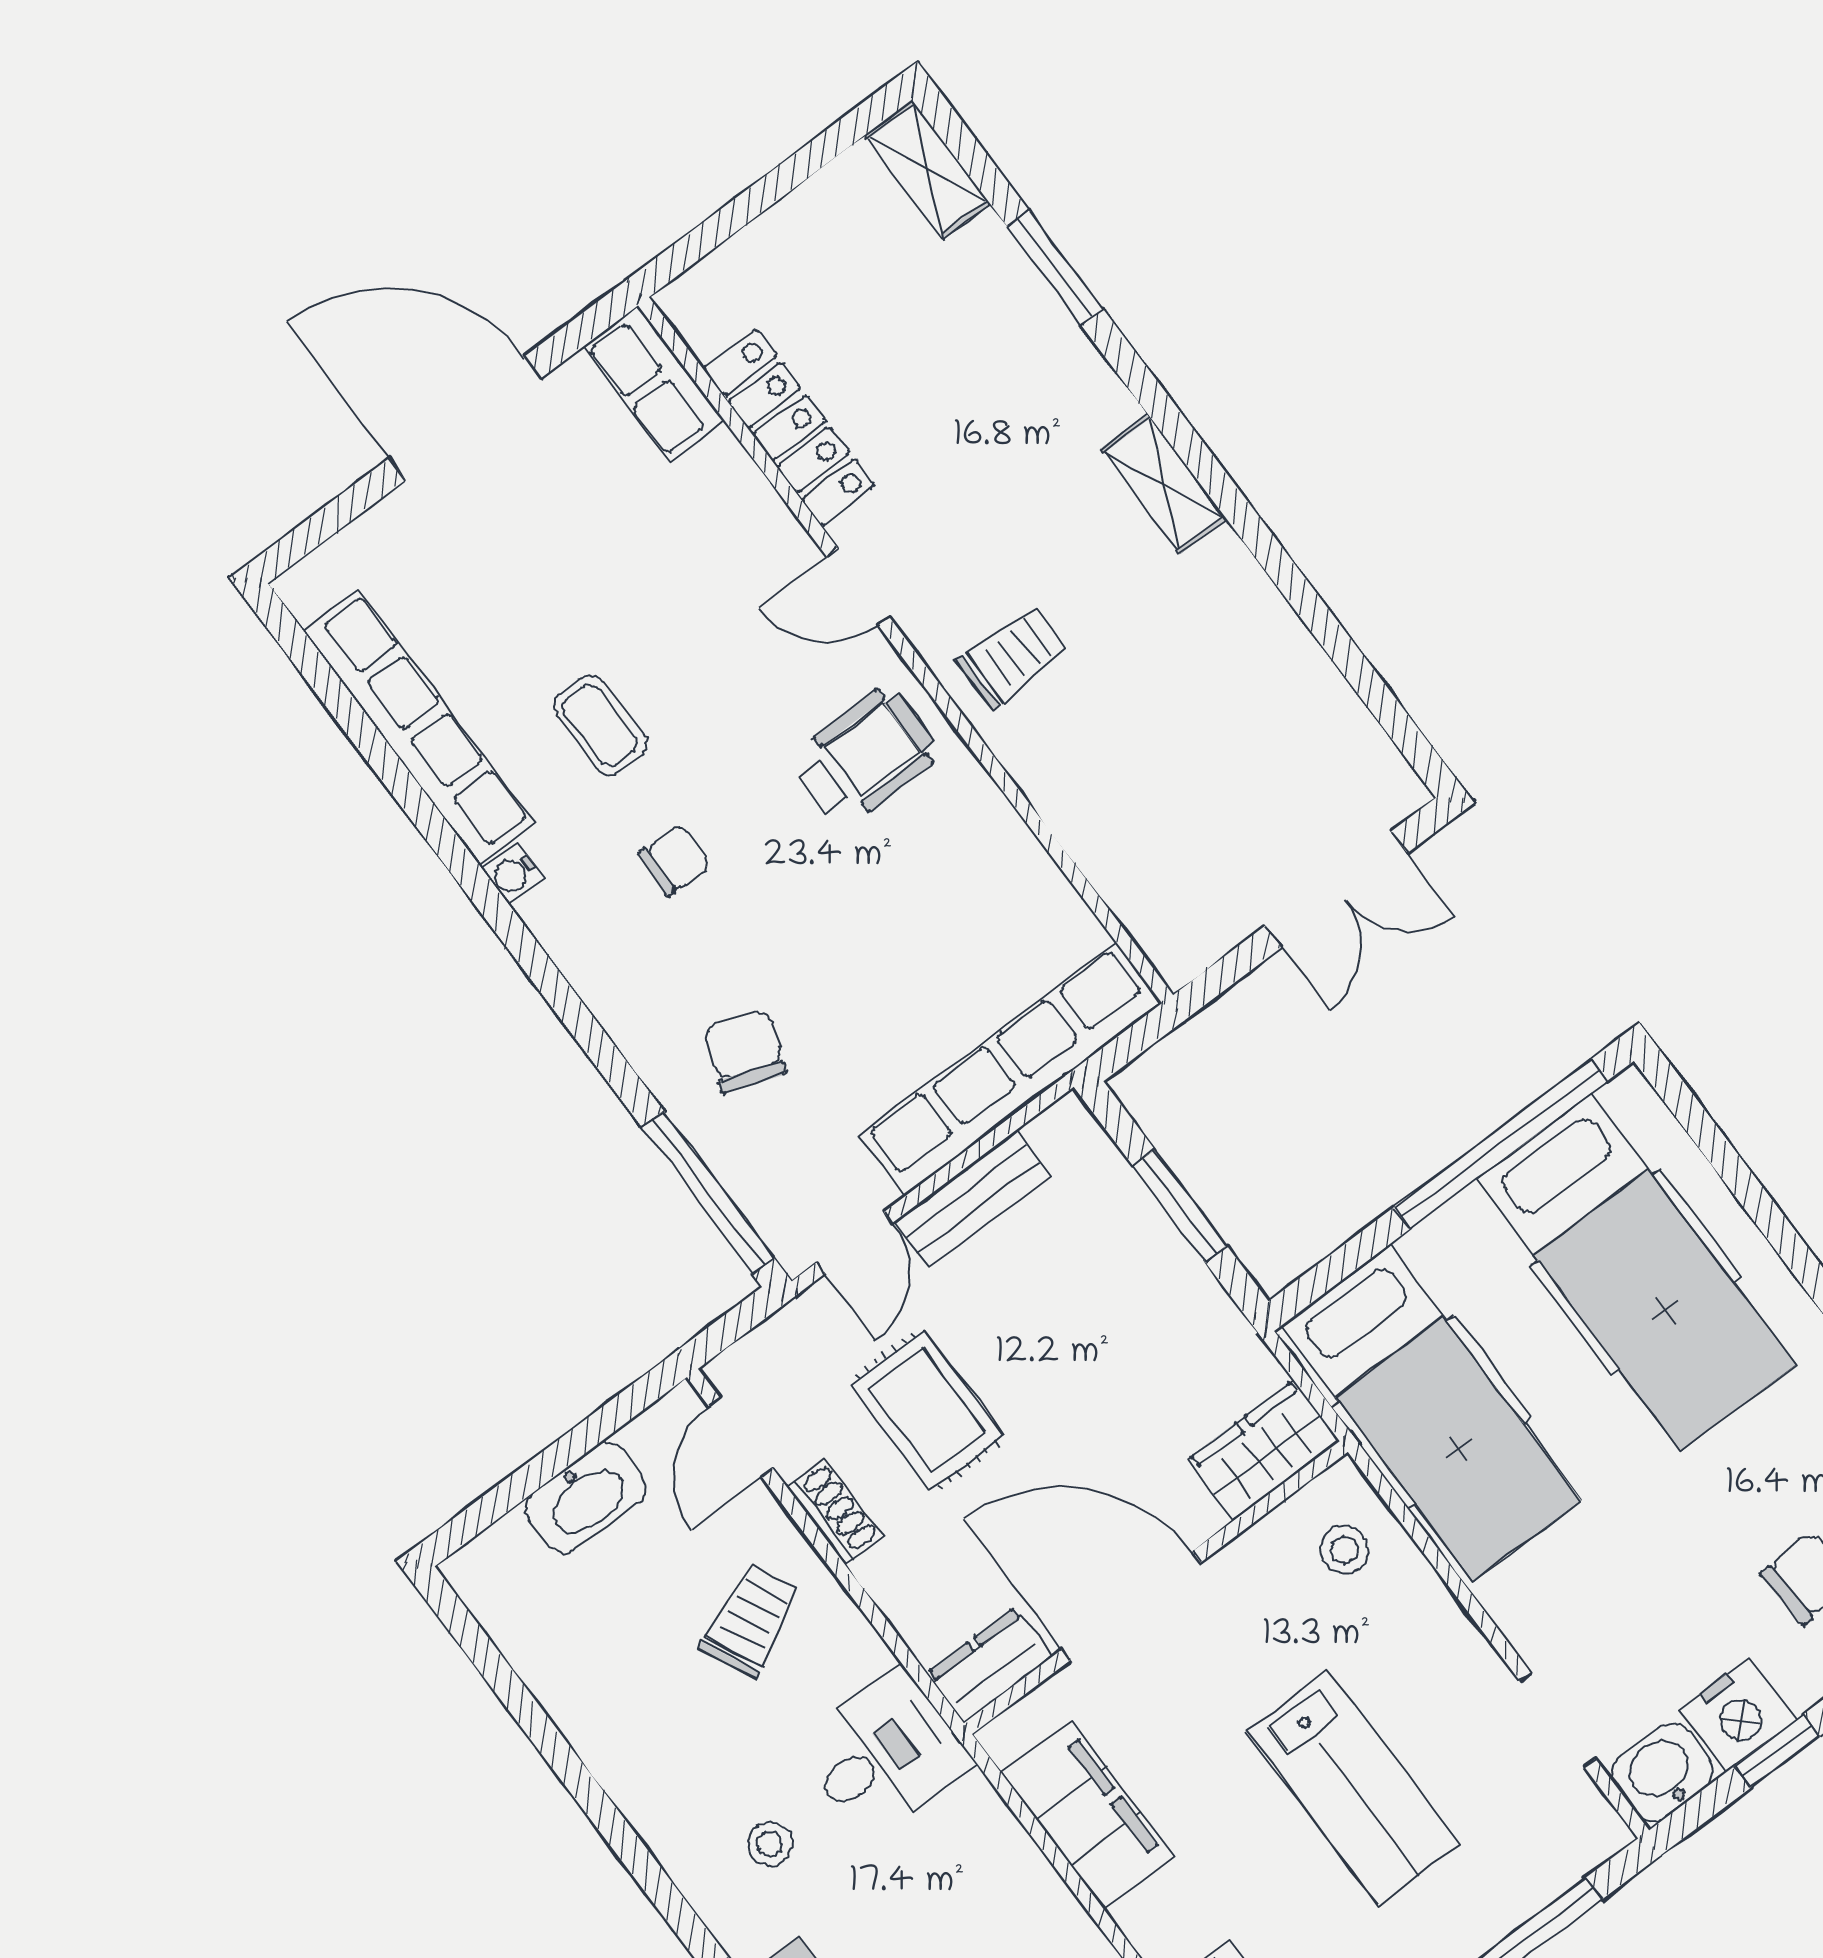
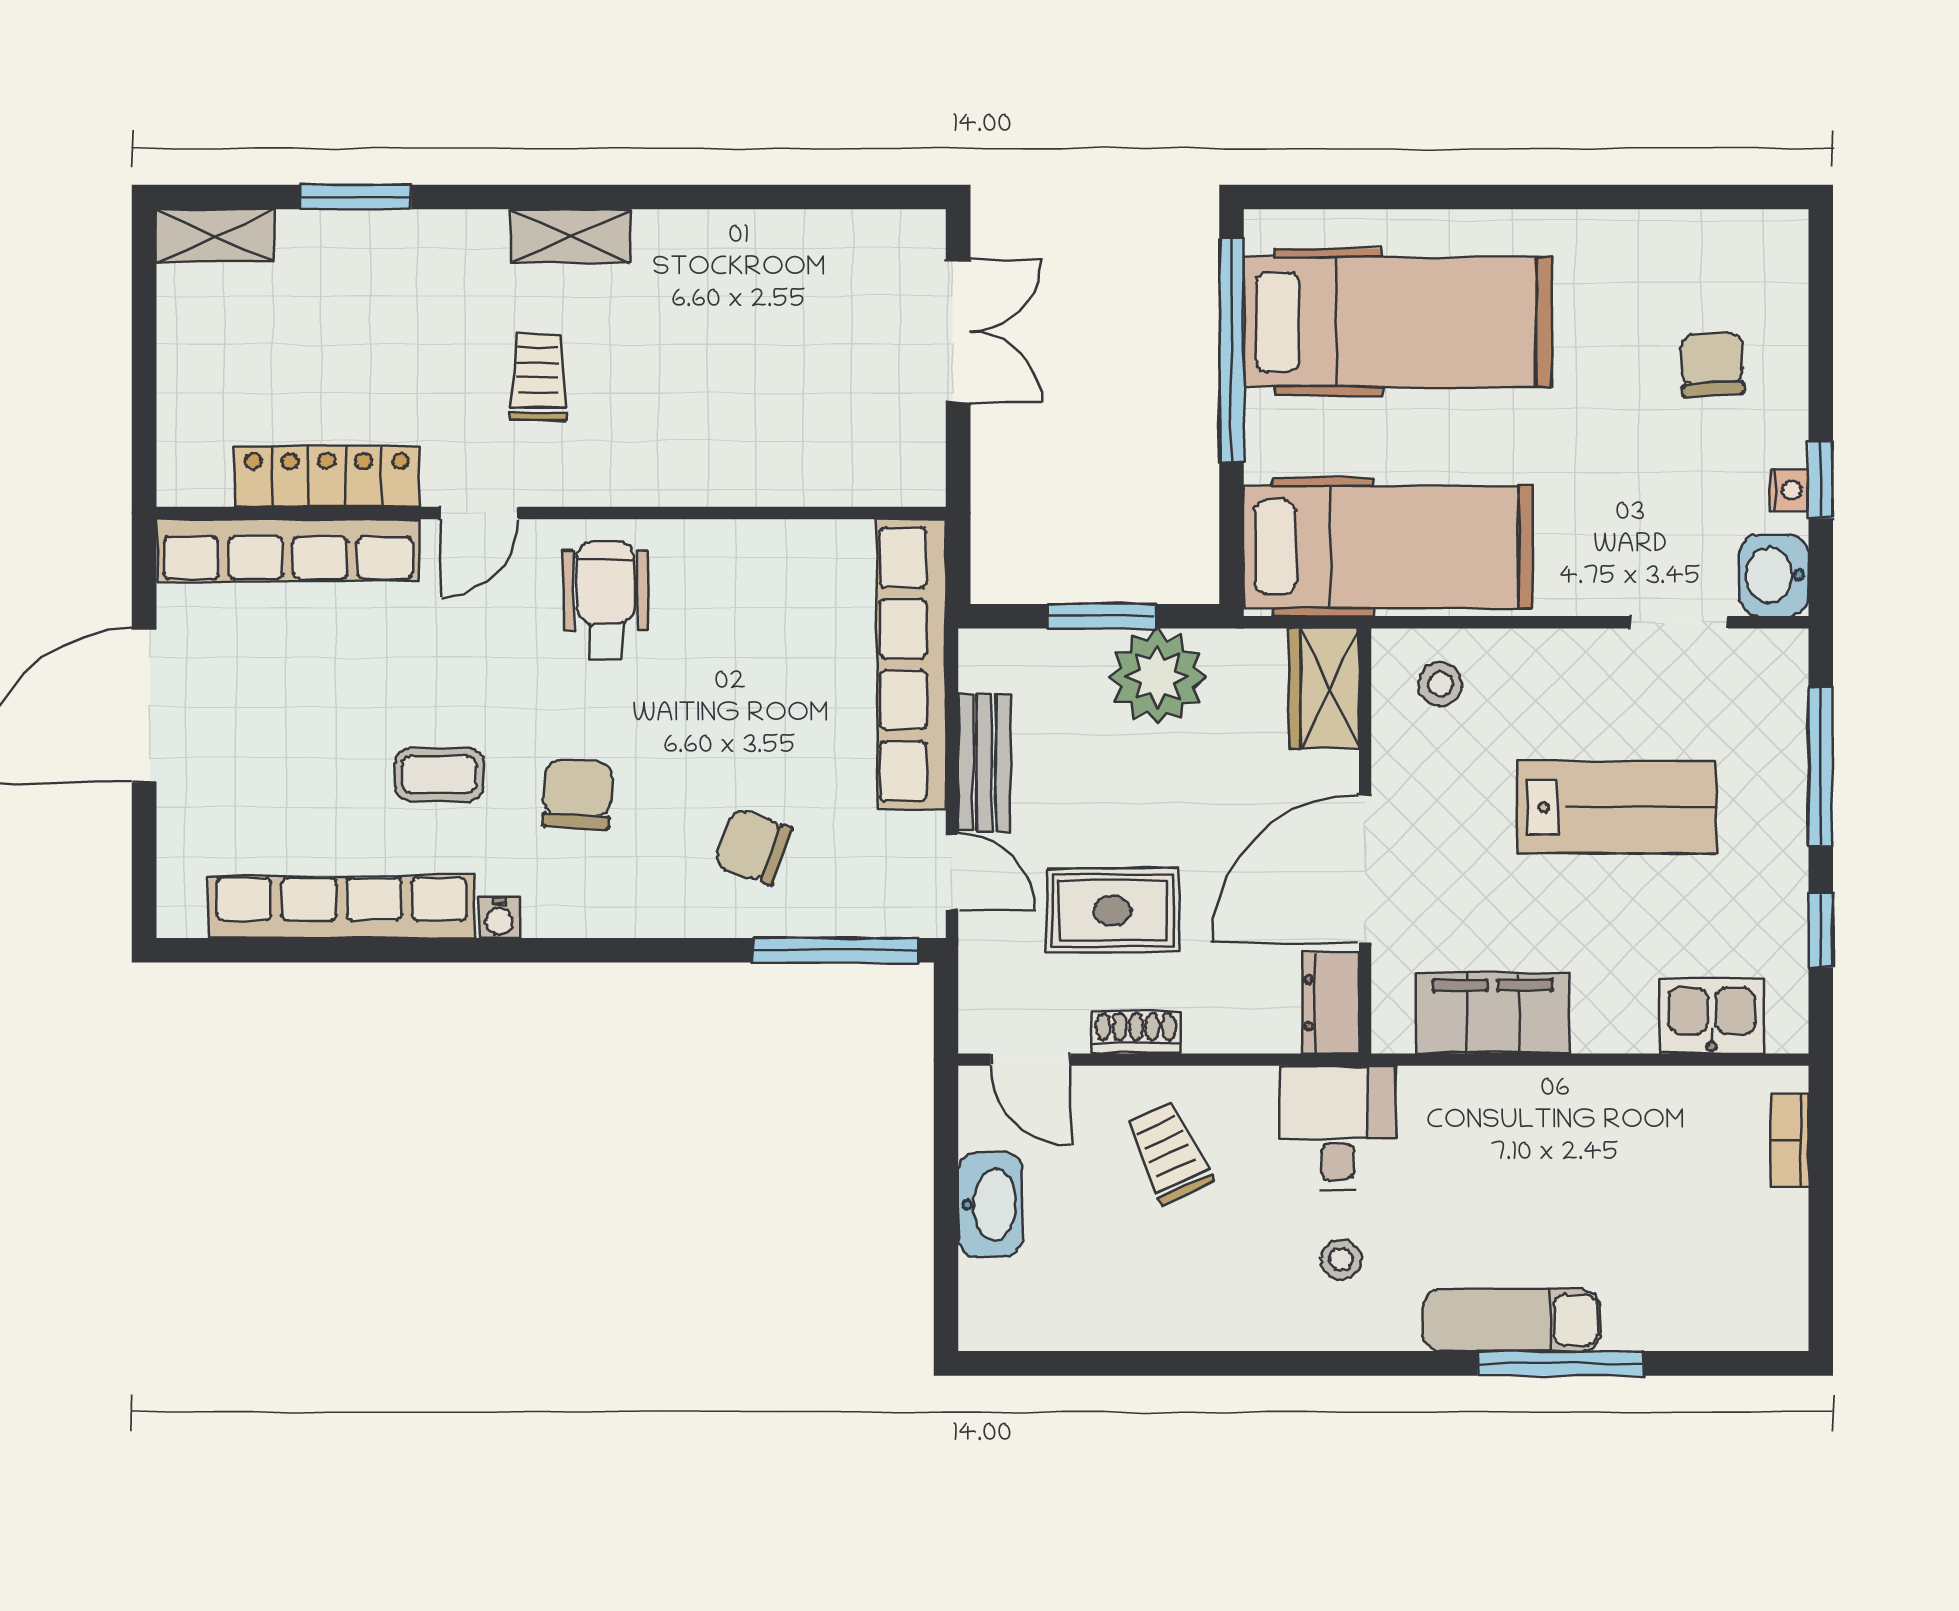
row of seats: (654, 384) -> (288, 550), width x2.02
trolley: (1013, 657) -> (538, 377), moved
chair: (674, 860) -> (577, 794), width x1.37, depth x1.37
plant: (1163, 1295) -> (1157, 677), added
nightstand: (1737, 1715) -> (1789, 490), width x0.53, depth x0.56

